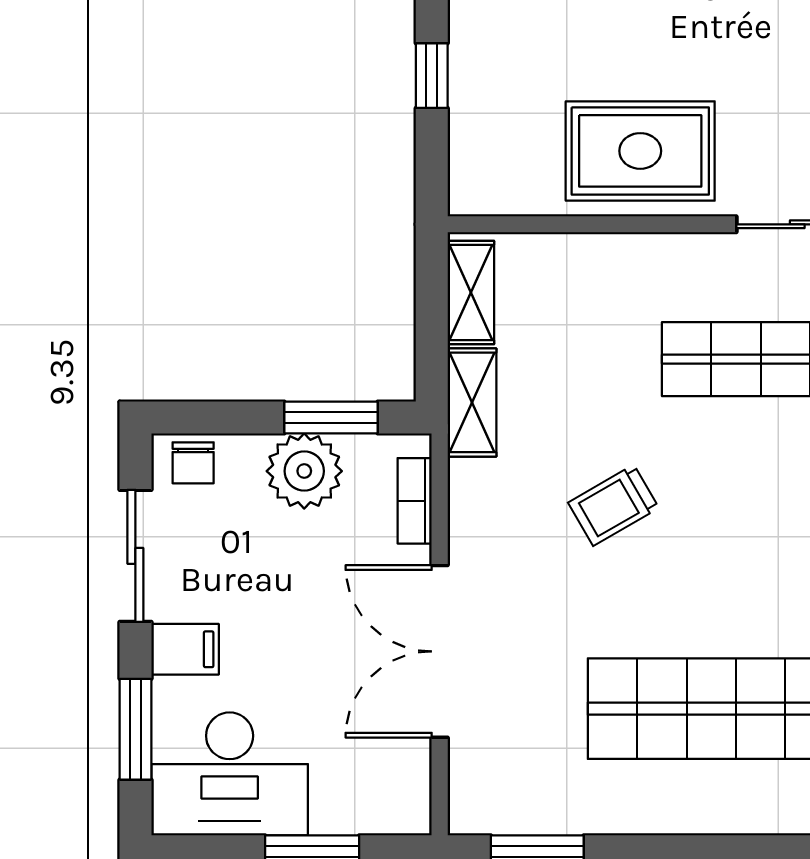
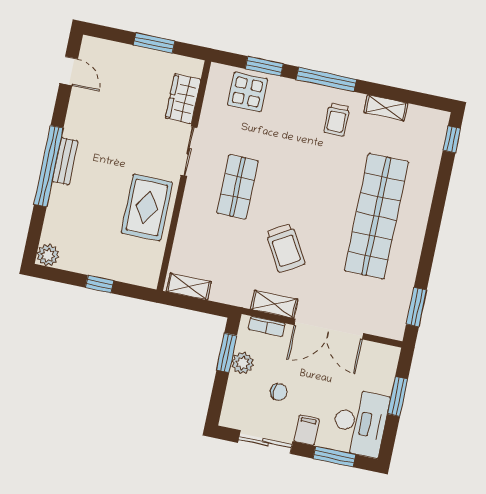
shelving: (472, 402) -> (274, 304), moved
chair: (193, 463) -> (279, 392), moved
plant: (304, 471) -> (243, 363), width x0.73, depth x0.73
trolley: (613, 505) -> (285, 248), width x1.36, depth x1.39

